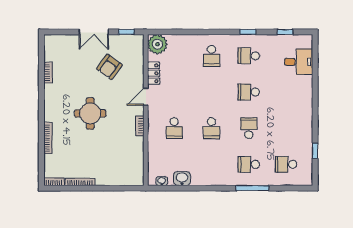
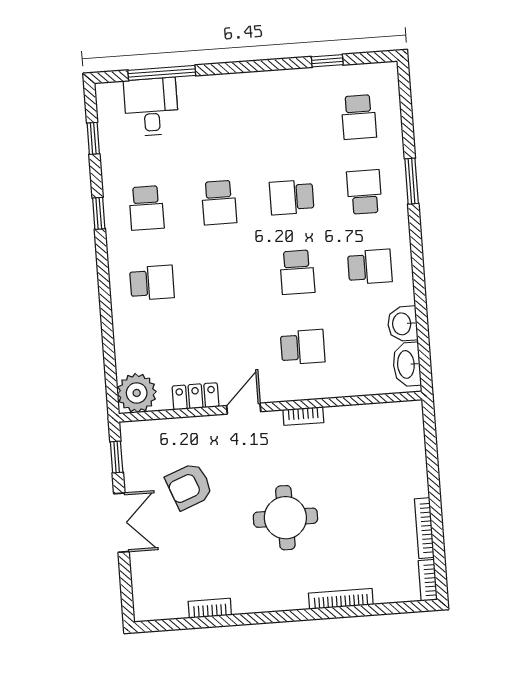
armchair: (109, 67) -> (189, 486), turned 123
window: (315, 68) -> (162, 73), added
door: (146, 97) -> (244, 409), swing flipped
school desk: (211, 128) -> (297, 272), turned 90
school desk: (211, 164) -> (370, 267), added
school desk: (249, 164) -> (364, 192), turned 180
washbasin: (162, 181) -> (407, 364), width x1.91, depth x1.45
window: (252, 188) -> (412, 181), width x0.69

